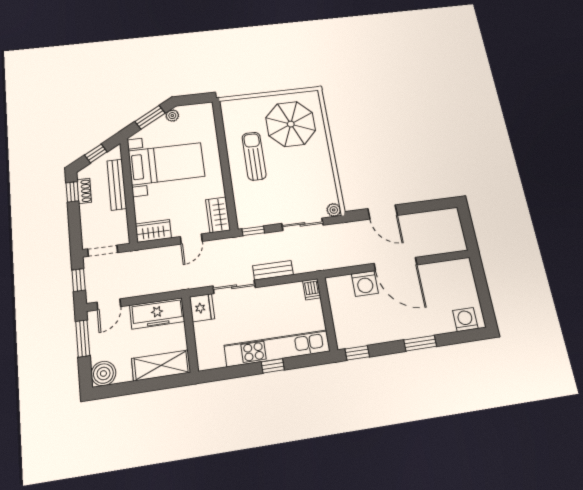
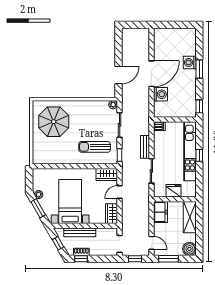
sun lounger: (254, 156) -> (95, 147), moved
door: (191, 239) -> (120, 192), swing flipped
fridge: (202, 308) -> (174, 191), moved
freezer: (157, 313) -> (160, 212), width x0.71
washing machine: (465, 319) -> (190, 62), moved

